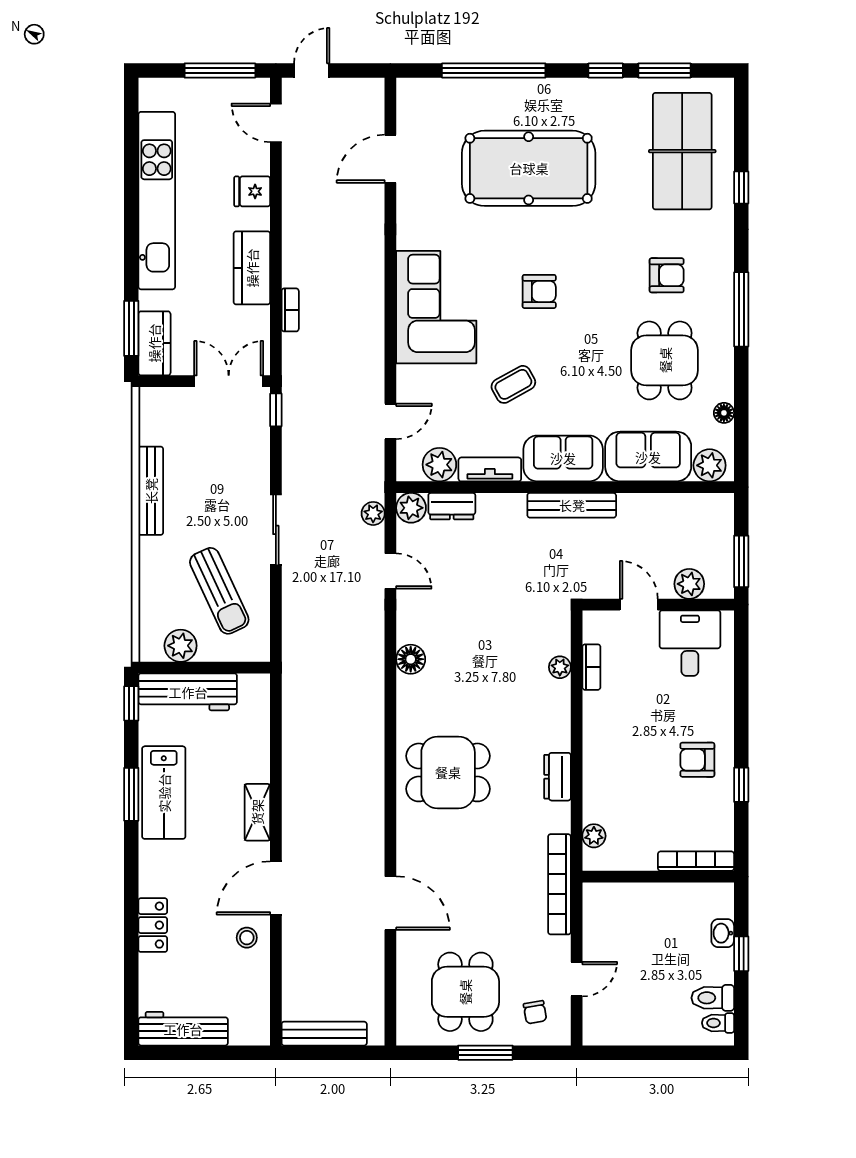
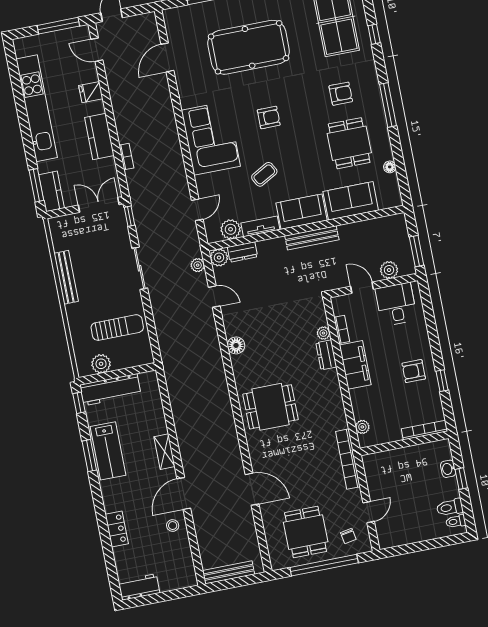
plant: (710, 465) -> (387, 199), removed
sliding door: (276, 530) -> (140, 268), moved
sun lounger: (219, 591) -> (117, 328), turned -65
filing cabinet: (602, 730) -> (355, 365), added
dresser: (557, 777) -> (326, 355), moved
workbench: (183, 1029) -> (139, 587), width x0.73
window: (485, 1053) -> (324, 565), width x2.11

